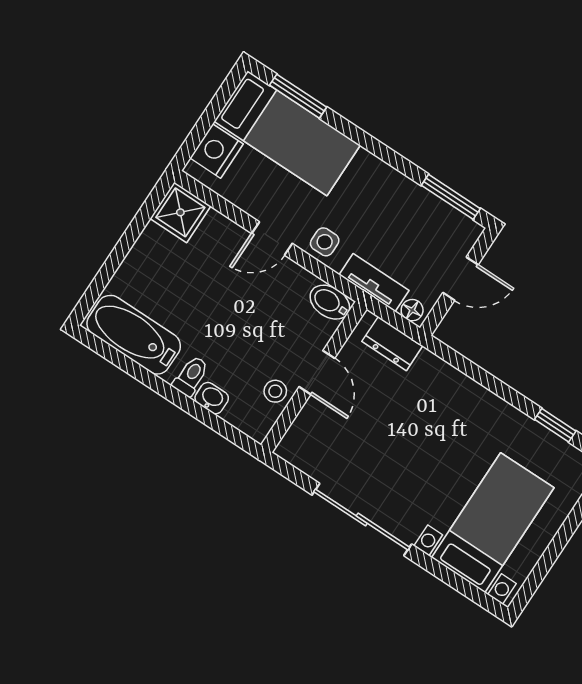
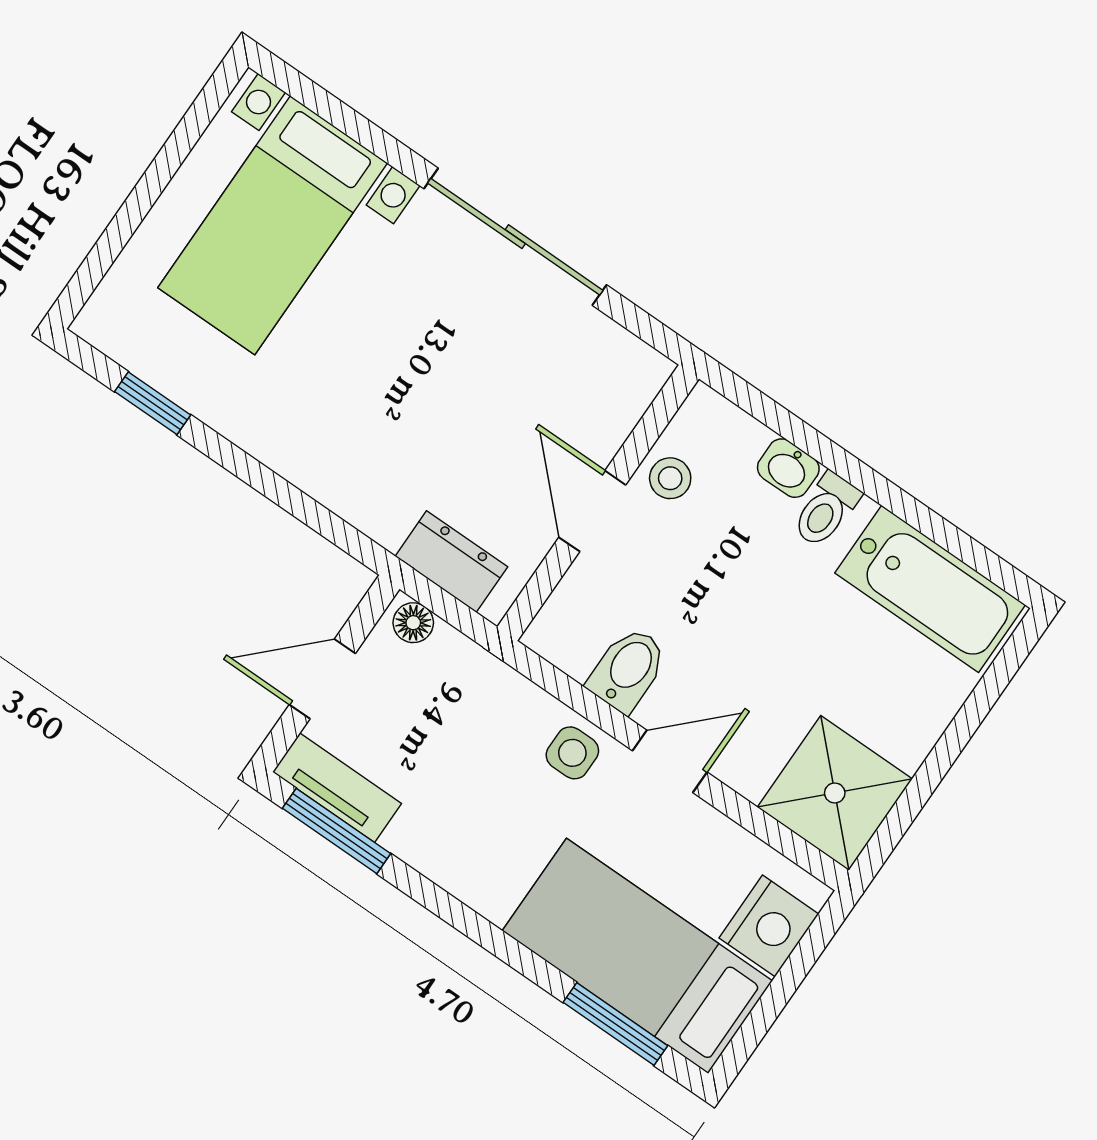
shower: (180, 212) -> (835, 793), width x1.36, depth x1.36
tv unit: (374, 283) -> (337, 788), moved, turned 180
bidet: (330, 302) -> (628, 669), moved, turned -90

